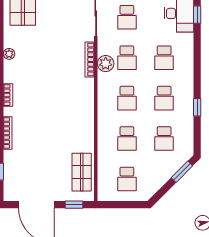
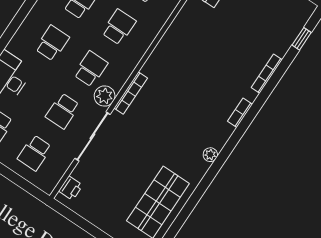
school desk: (127, 17) -> (63, 111), turned 180
plant: (106, 64) -> (105, 96), moved

